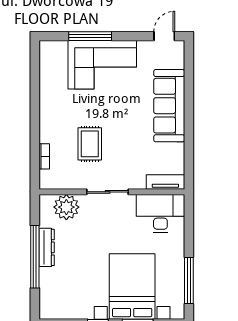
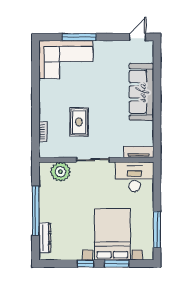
corner sofa: (102, 65) -> (66, 60), moved
dresser: (47, 247) -> (45, 238), moved

